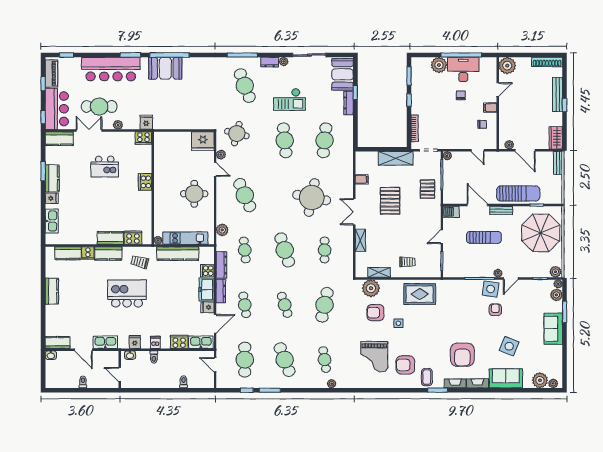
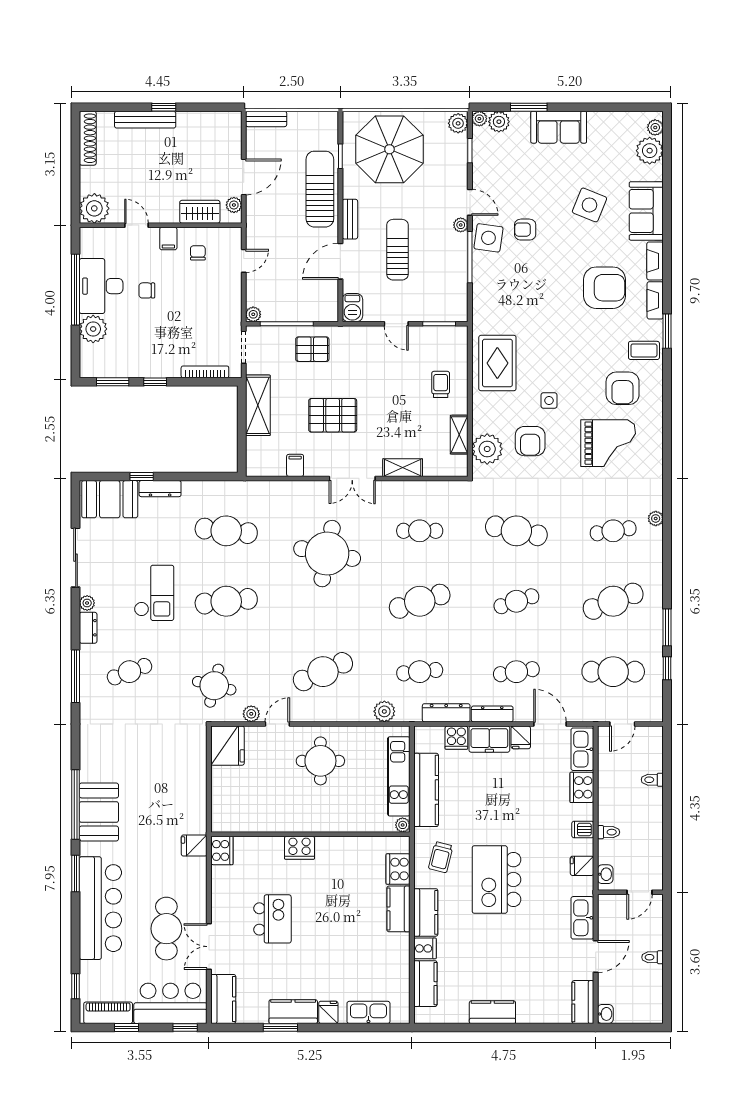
cafe table: (245, 86) -> (129, 672), width x0.73, depth x0.74
plant: (118, 125) -> (199, 895), removed
wardrobe: (556, 138) -> (200, 212), moved, turned 180

